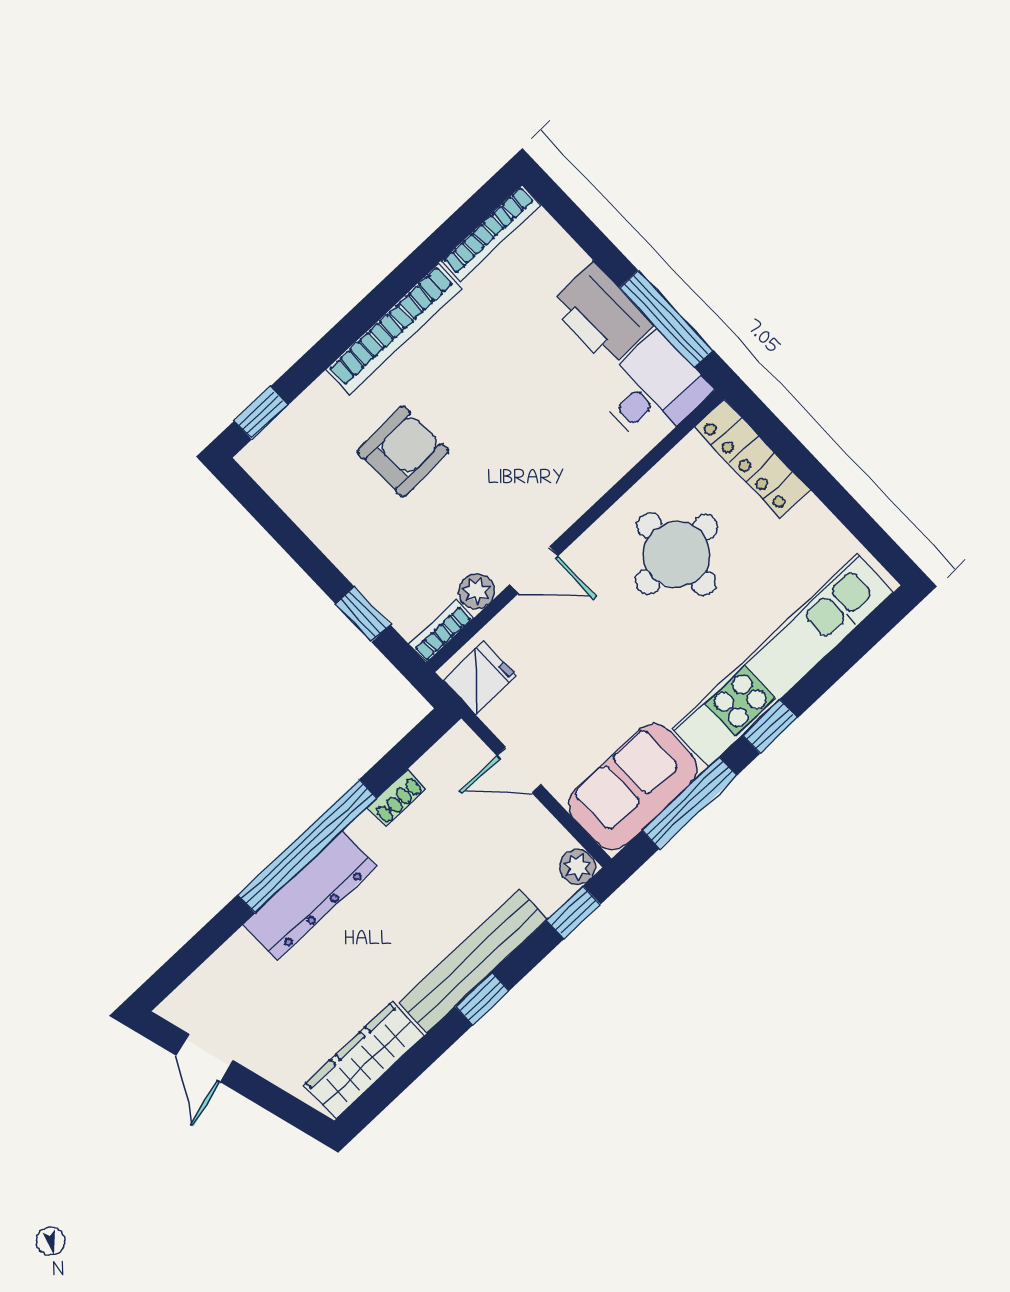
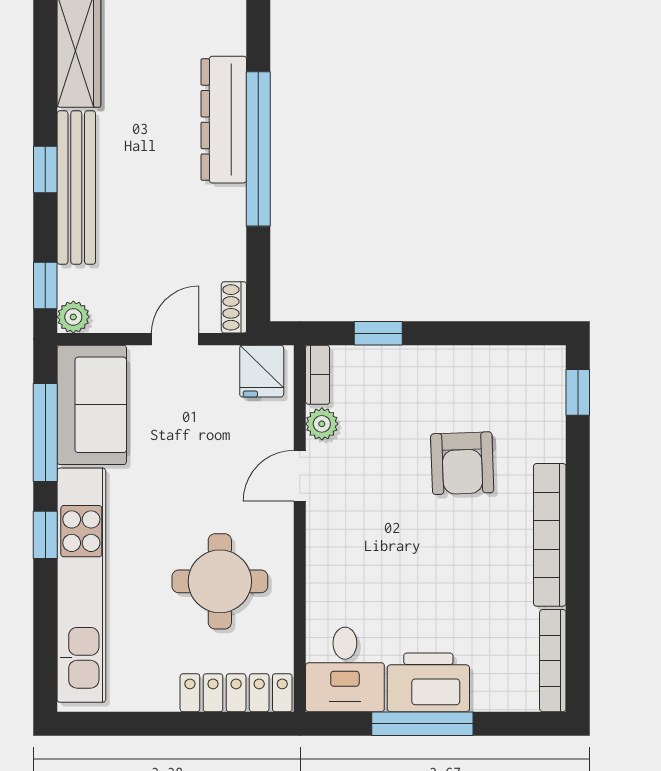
window: (666, 319) -> (422, 724), moved
shoe rack: (397, 798) -> (234, 307), moved

